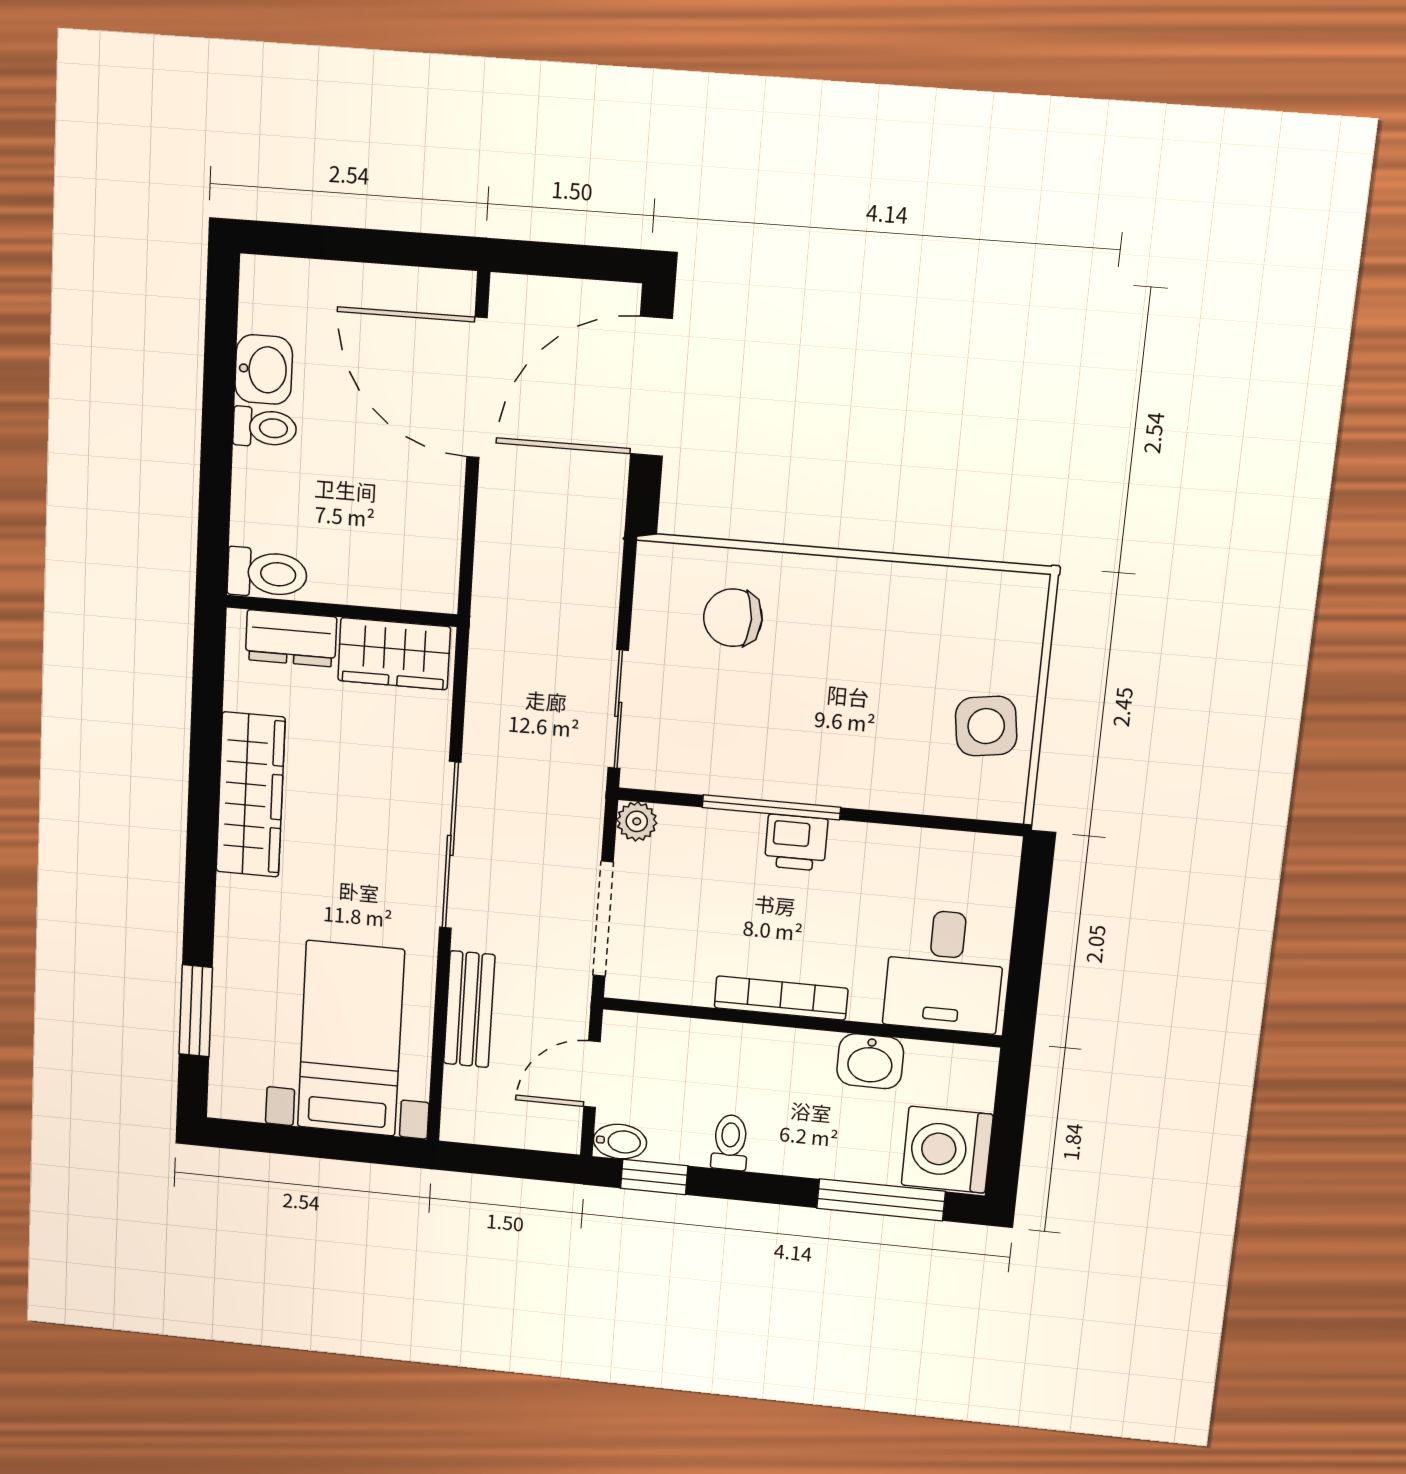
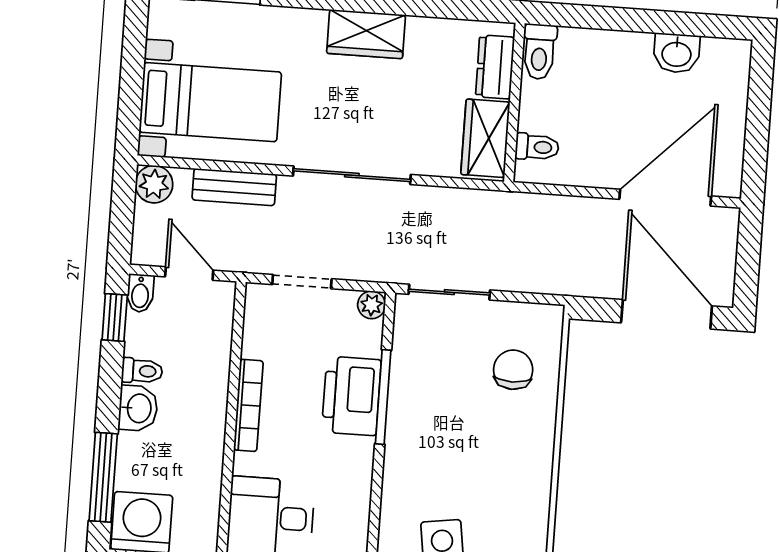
toilet: (265, 428) -> (537, 147), moved, turned -90
wardrobe: (251, 795) -> (366, 34), width x0.67
printer: (796, 843) -> (351, 396), width x1.87, depth x1.48
doorway: (603, 919) -> (302, 282), width x0.73
washbasin: (870, 1061) -> (138, 408), moved, turned 180
plant: (467, 1118) -> (154, 184), added

